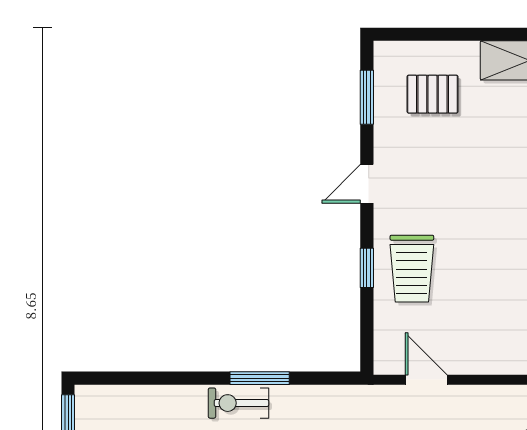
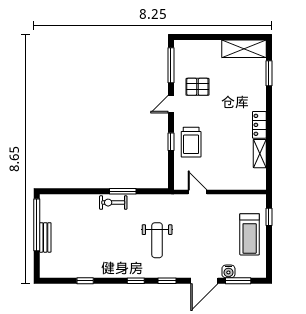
pallet: (433, 94) -> (197, 87), moved
window: (367, 97) -> (171, 65), width x1.44

